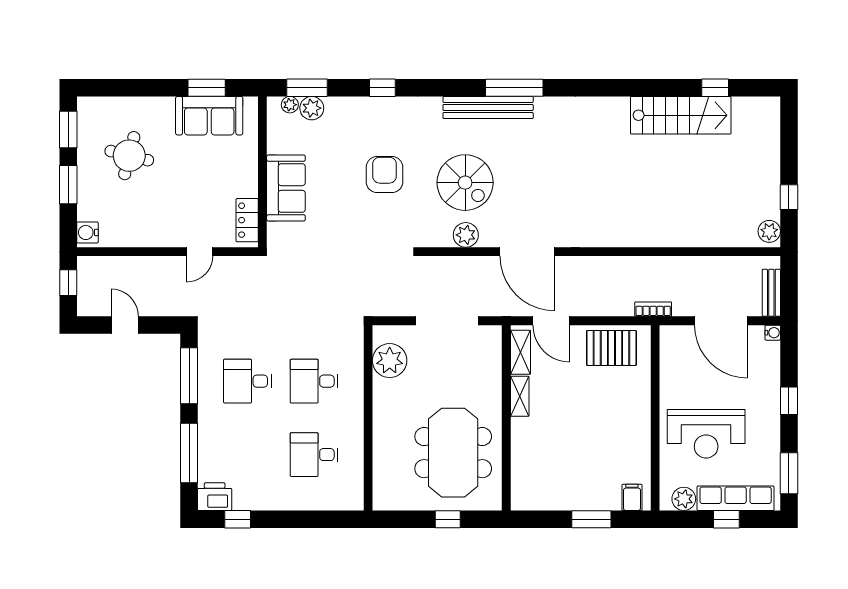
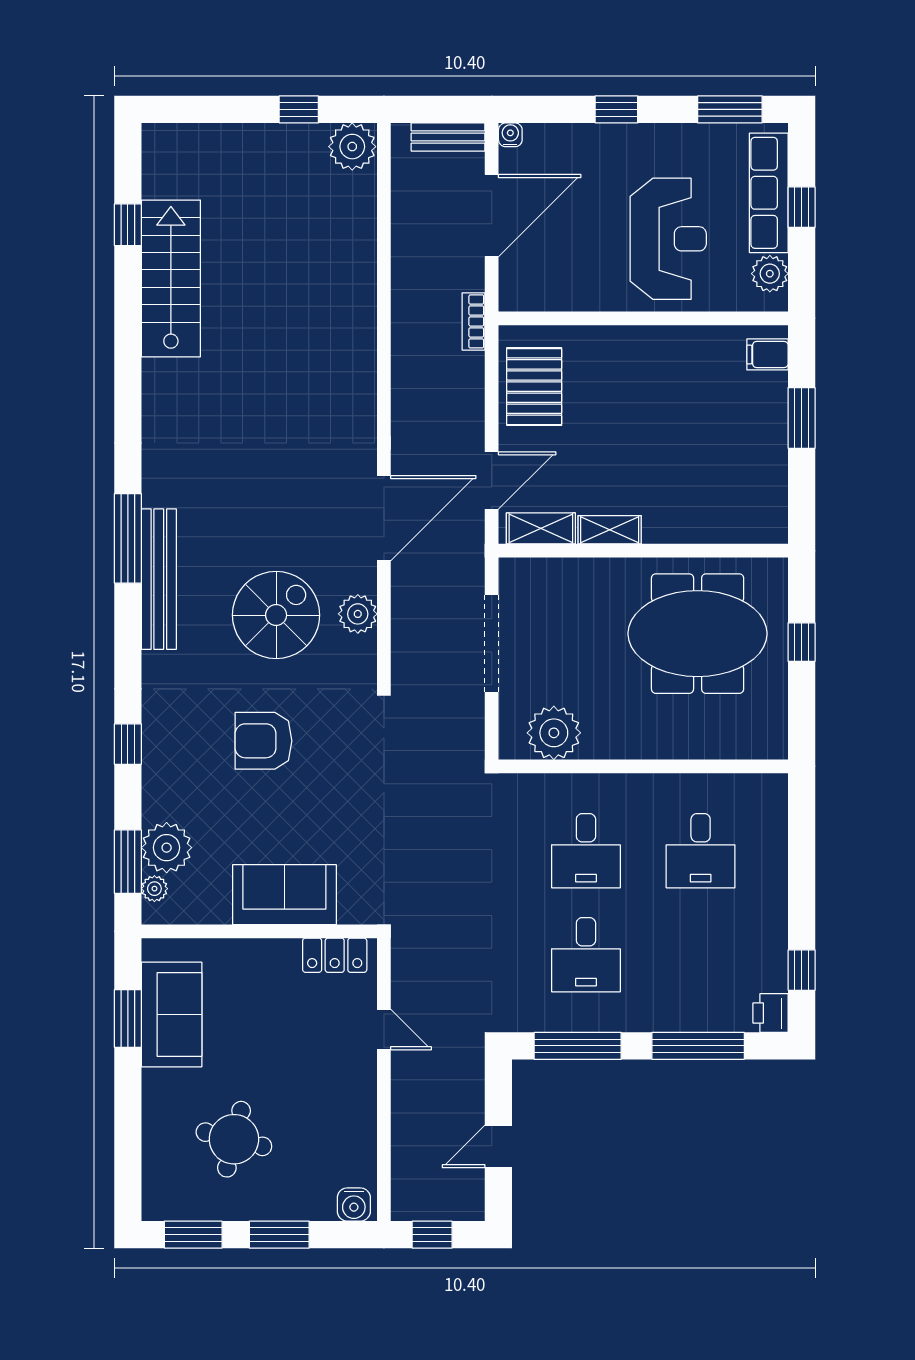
plant: (312, 108) -> (167, 848), width x1.36, depth x1.36
plant: (769, 231) -> (352, 147), width x1.36, depth x1.36
printer: (215, 497) -> (771, 1013), width x0.73, depth x0.81

